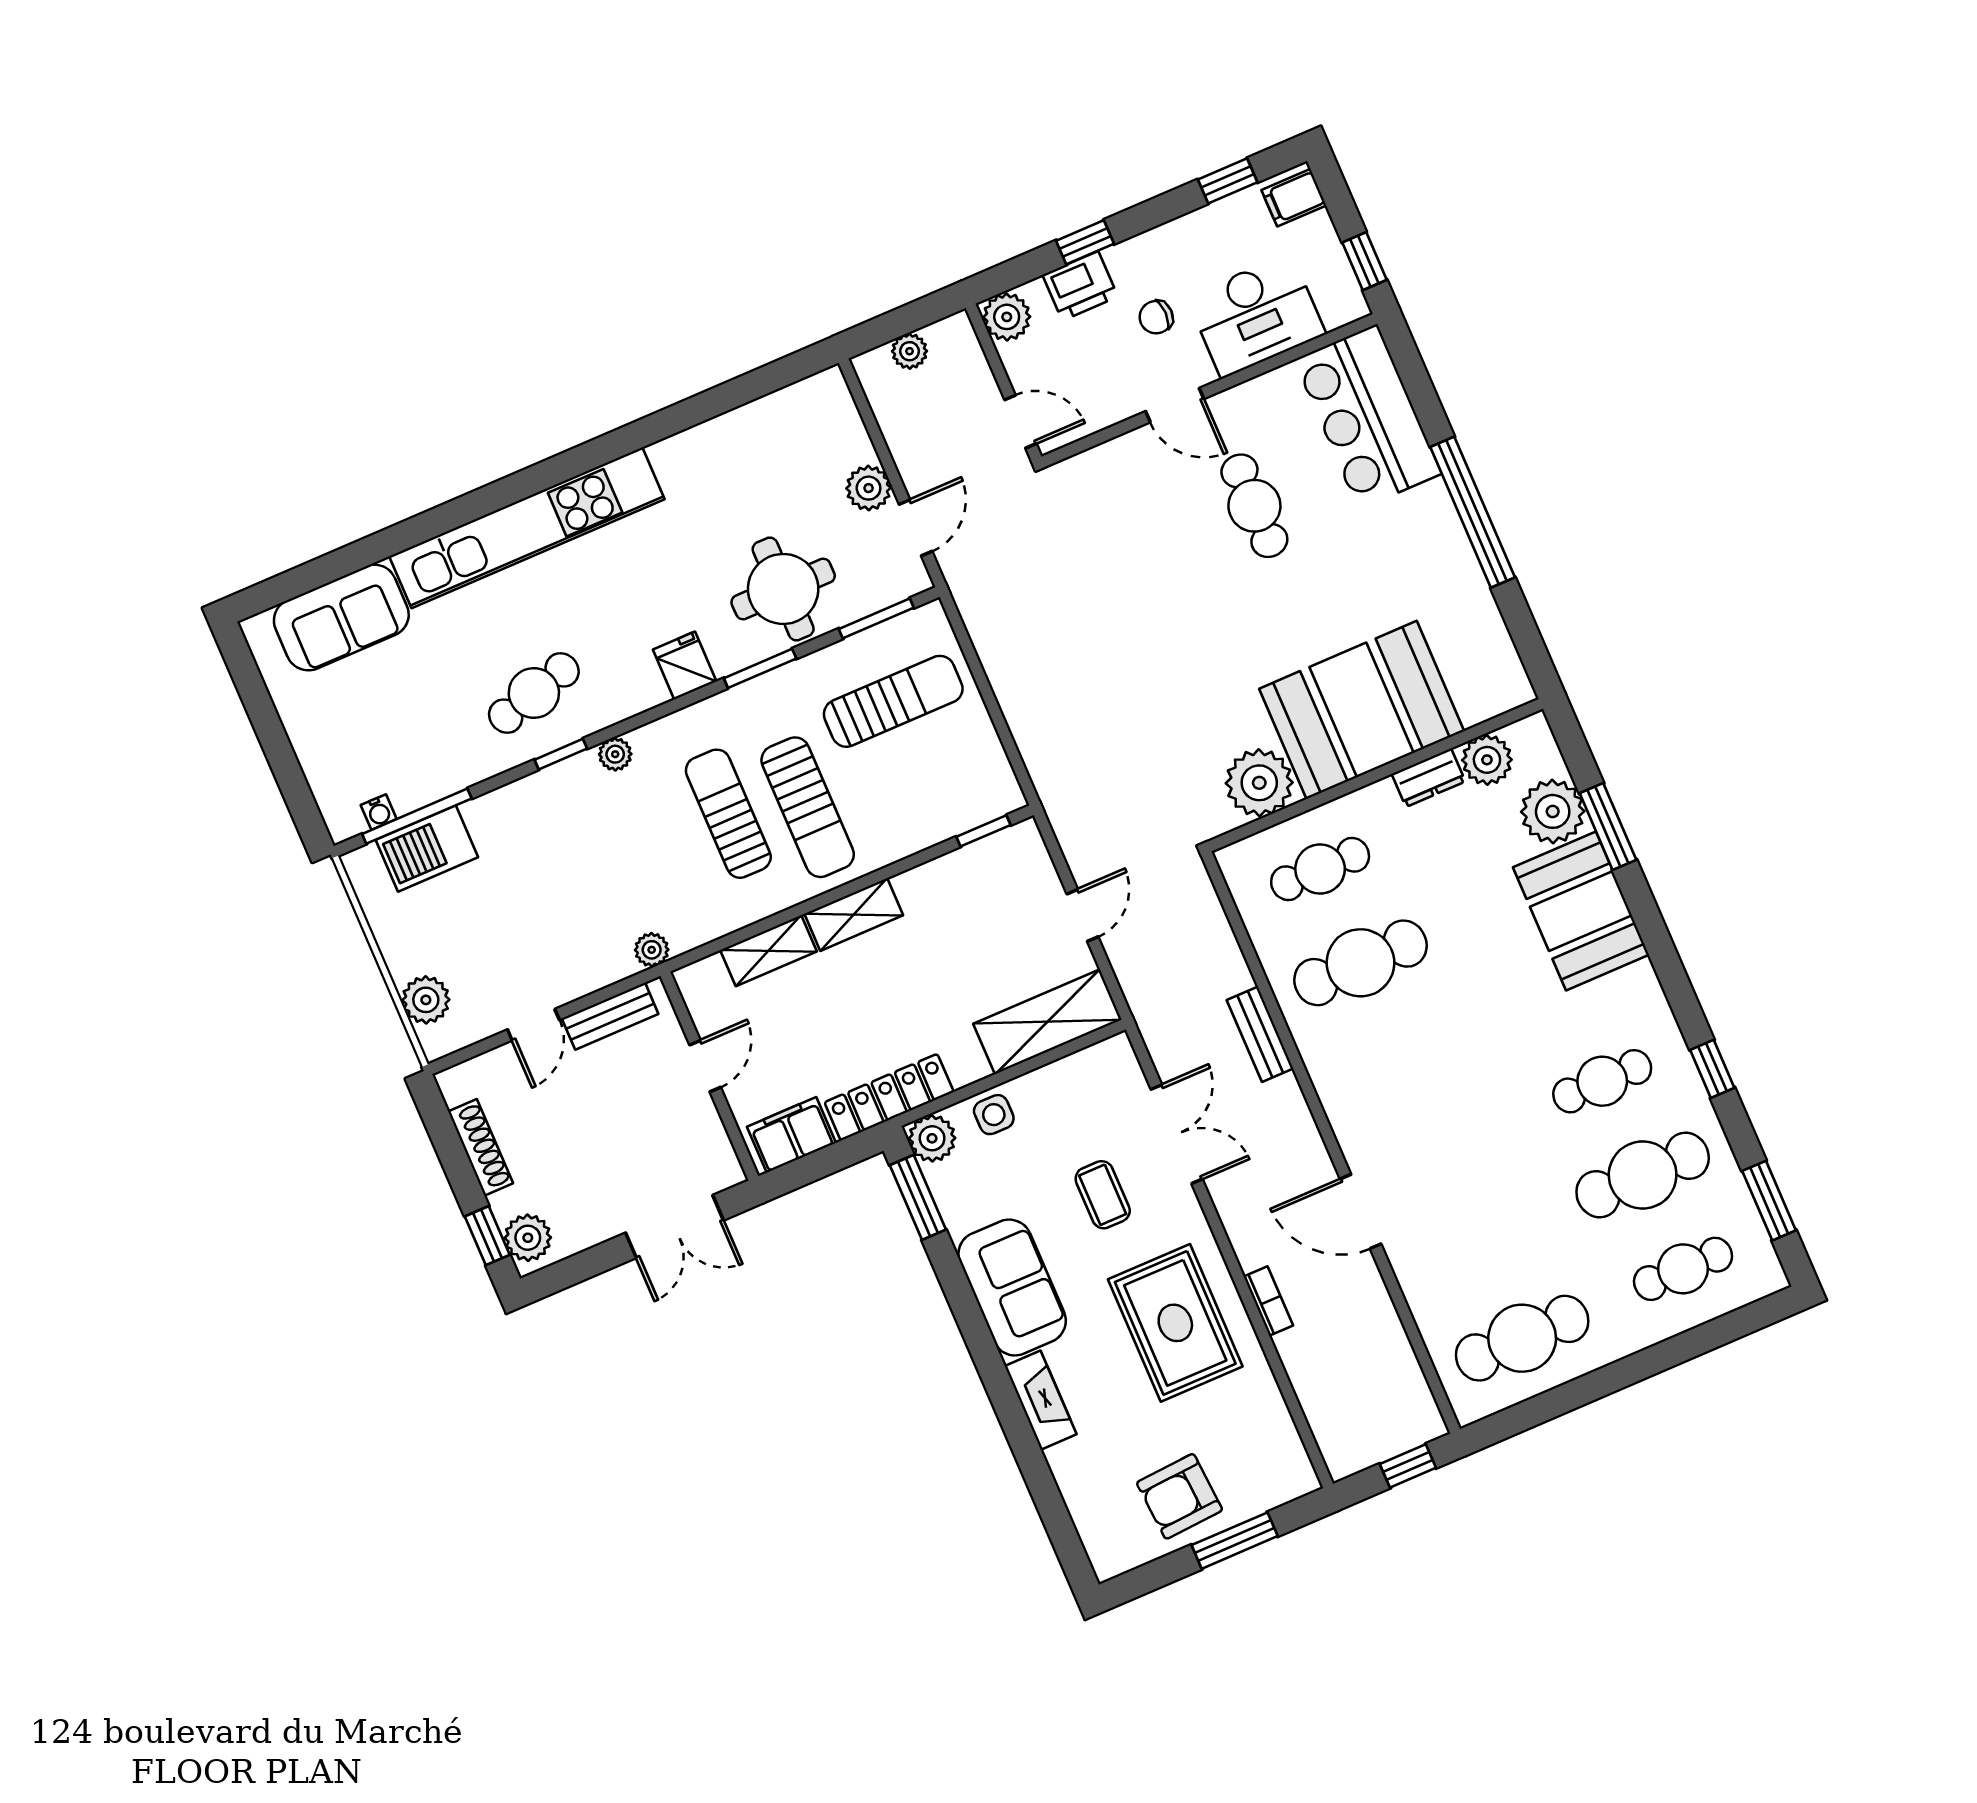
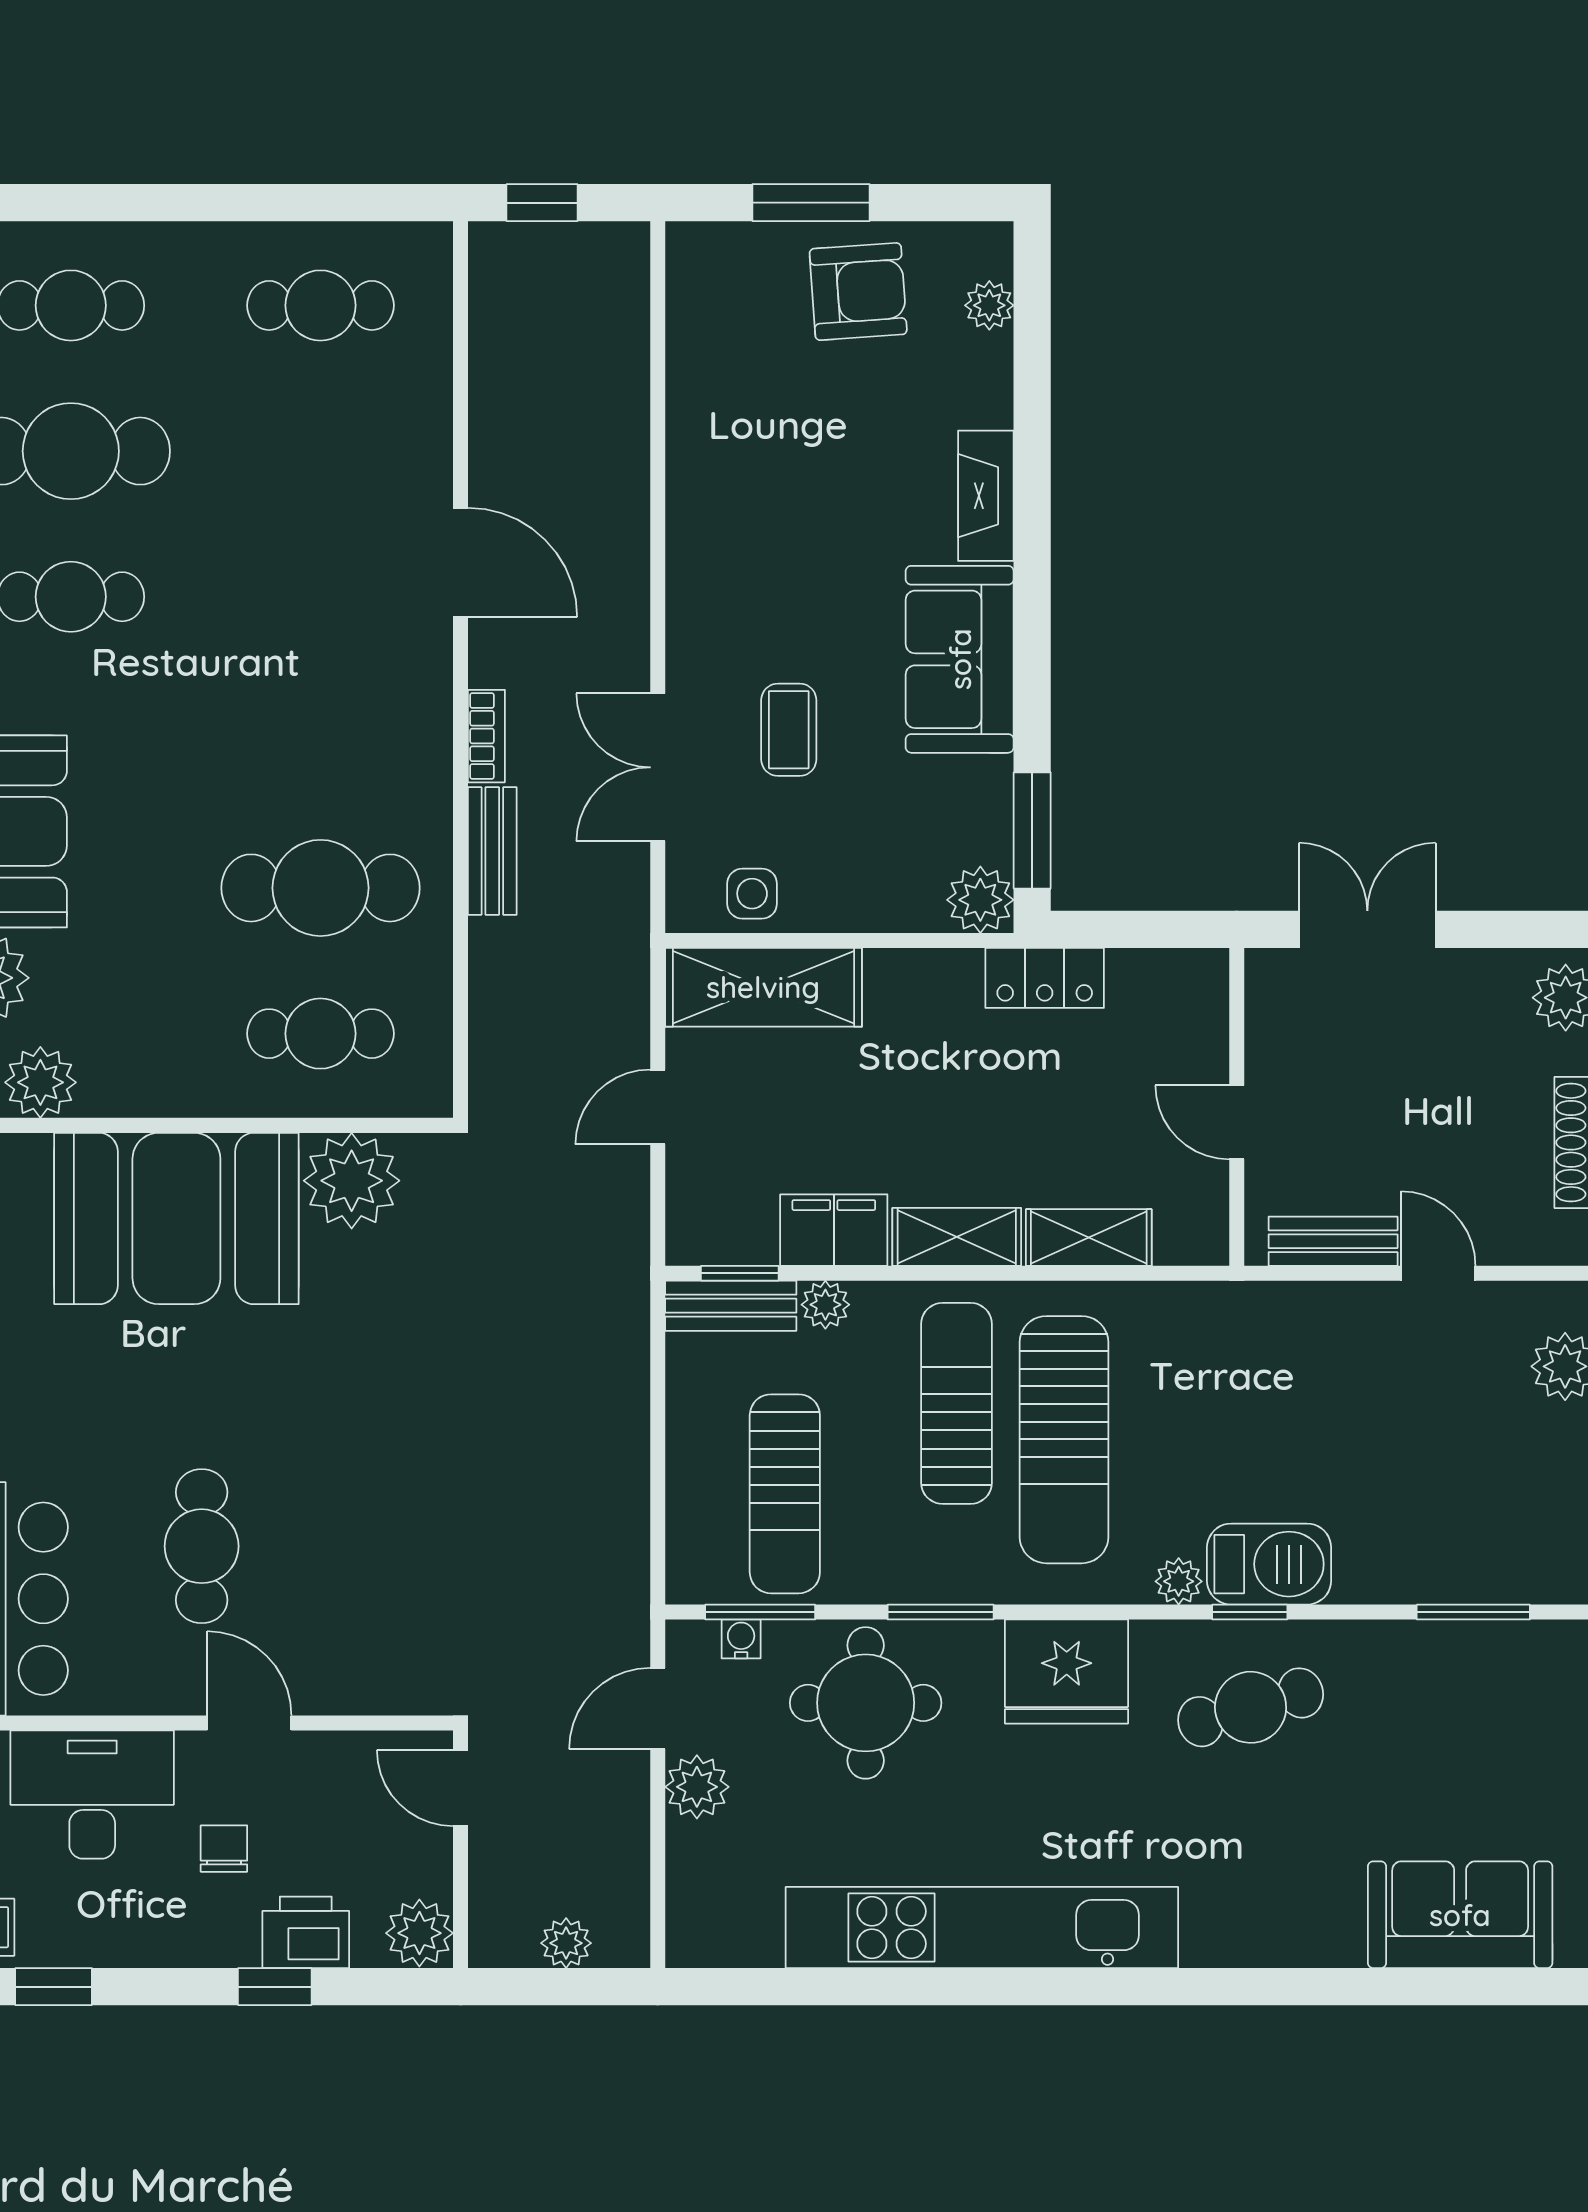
chair: (1156, 317) -> (224, 1849), turned -90
kitchen unit: (527, 528) -> (982, 1928), moved
fridge: (685, 665) -> (1067, 1672), width x1.88, depth x1.34
sun lounger: (893, 701) -> (785, 1494), turned -90
dresser: (1428, 778) -> (127, 1092), removed
bench: (980, 808) -> (731, 1306), added
water cooler: (379, 812) -> (741, 1639), moved
sun lounger: (728, 814) -> (1064, 1440), width x1.36, depth x1.34
window: (417, 816) -> (1473, 1612), width x0.69
barbecue: (427, 848) -> (1269, 1564), moved
plant: (652, 950) -> (825, 1305), moved
door: (533, 1025) -> (1438, 1273), hinge flipped
door: (705, 1066) -> (1237, 1122), hinge flipped
locker: (889, 1097) -> (1045, 978), width x0.66
side table: (994, 1115) -> (752, 894), moved
filing cabinet: (791, 1135) -> (834, 1230), moved, turned 180
bookcase: (1268, 1301) -> (486, 736), moved, turned 180
rug: (1175, 1323) -> (766, 521), removed
cafe table: (1522, 1338) -> (320, 305), width x0.73, depth x0.74
plant: (1091, 1524) -> (989, 305), added

